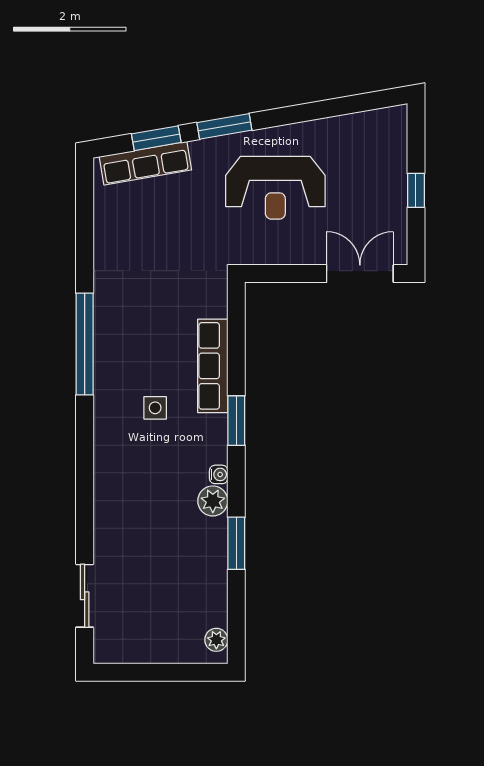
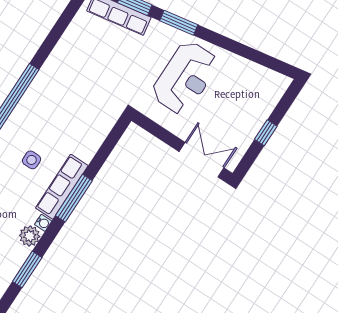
reception desk: (275, 188) -> (185, 78), turned -90
row of seats: (213, 366) -> (62, 187), moved
window: (236, 421) -> (74, 198), width x1.44

